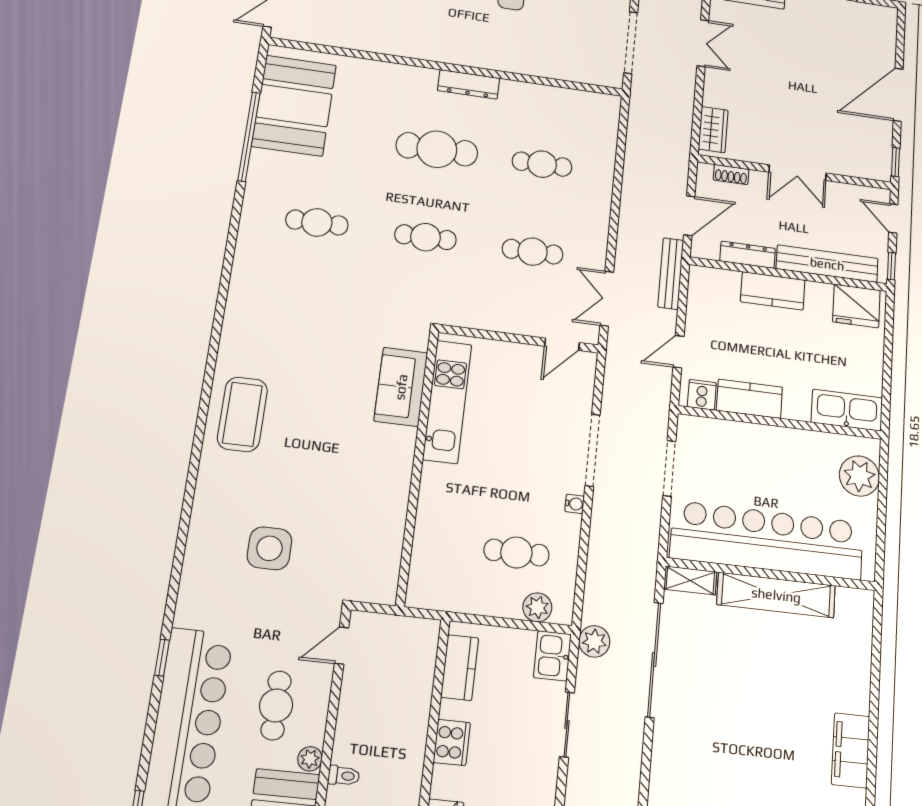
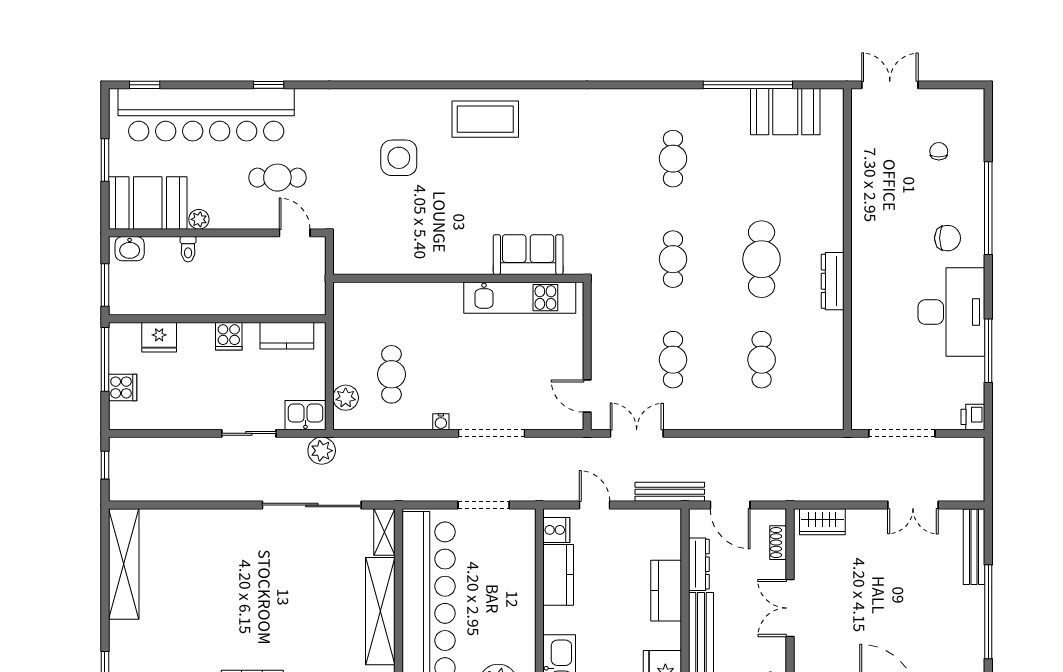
booth: (294, 106) -> (785, 112), width x0.73, depth x0.70
side table: (269, 548) -> (399, 158), moved
cafe table: (276, 705) -> (277, 178), moved
cooker: (452, 742) -> (229, 336), width x0.73

